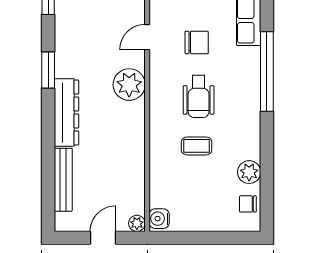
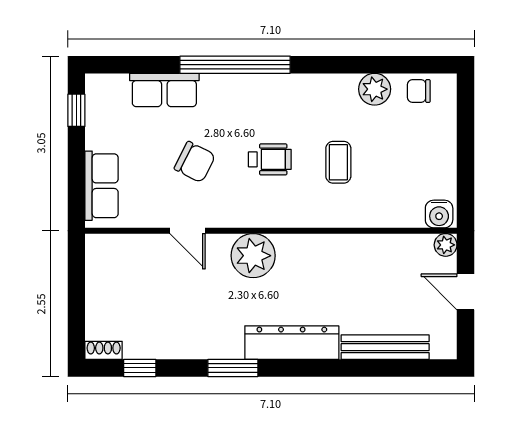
chair: (197, 42) -> (195, 162), turned 117
wheelchair: (199, 97) -> (270, 159), width x0.73, depth x0.73
chair: (248, 204) -> (419, 91), turned 90

